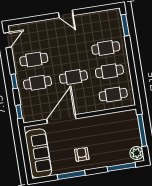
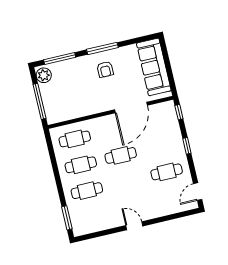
cafe table: (38, 83) -> (161, 146), removed
window: (71, 175) -> (102, 48), moved

